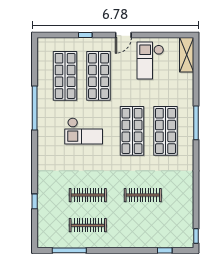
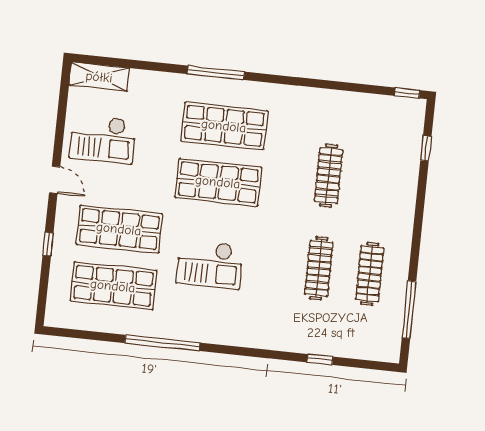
checkout: (84, 131) -> (210, 264), turned 90

